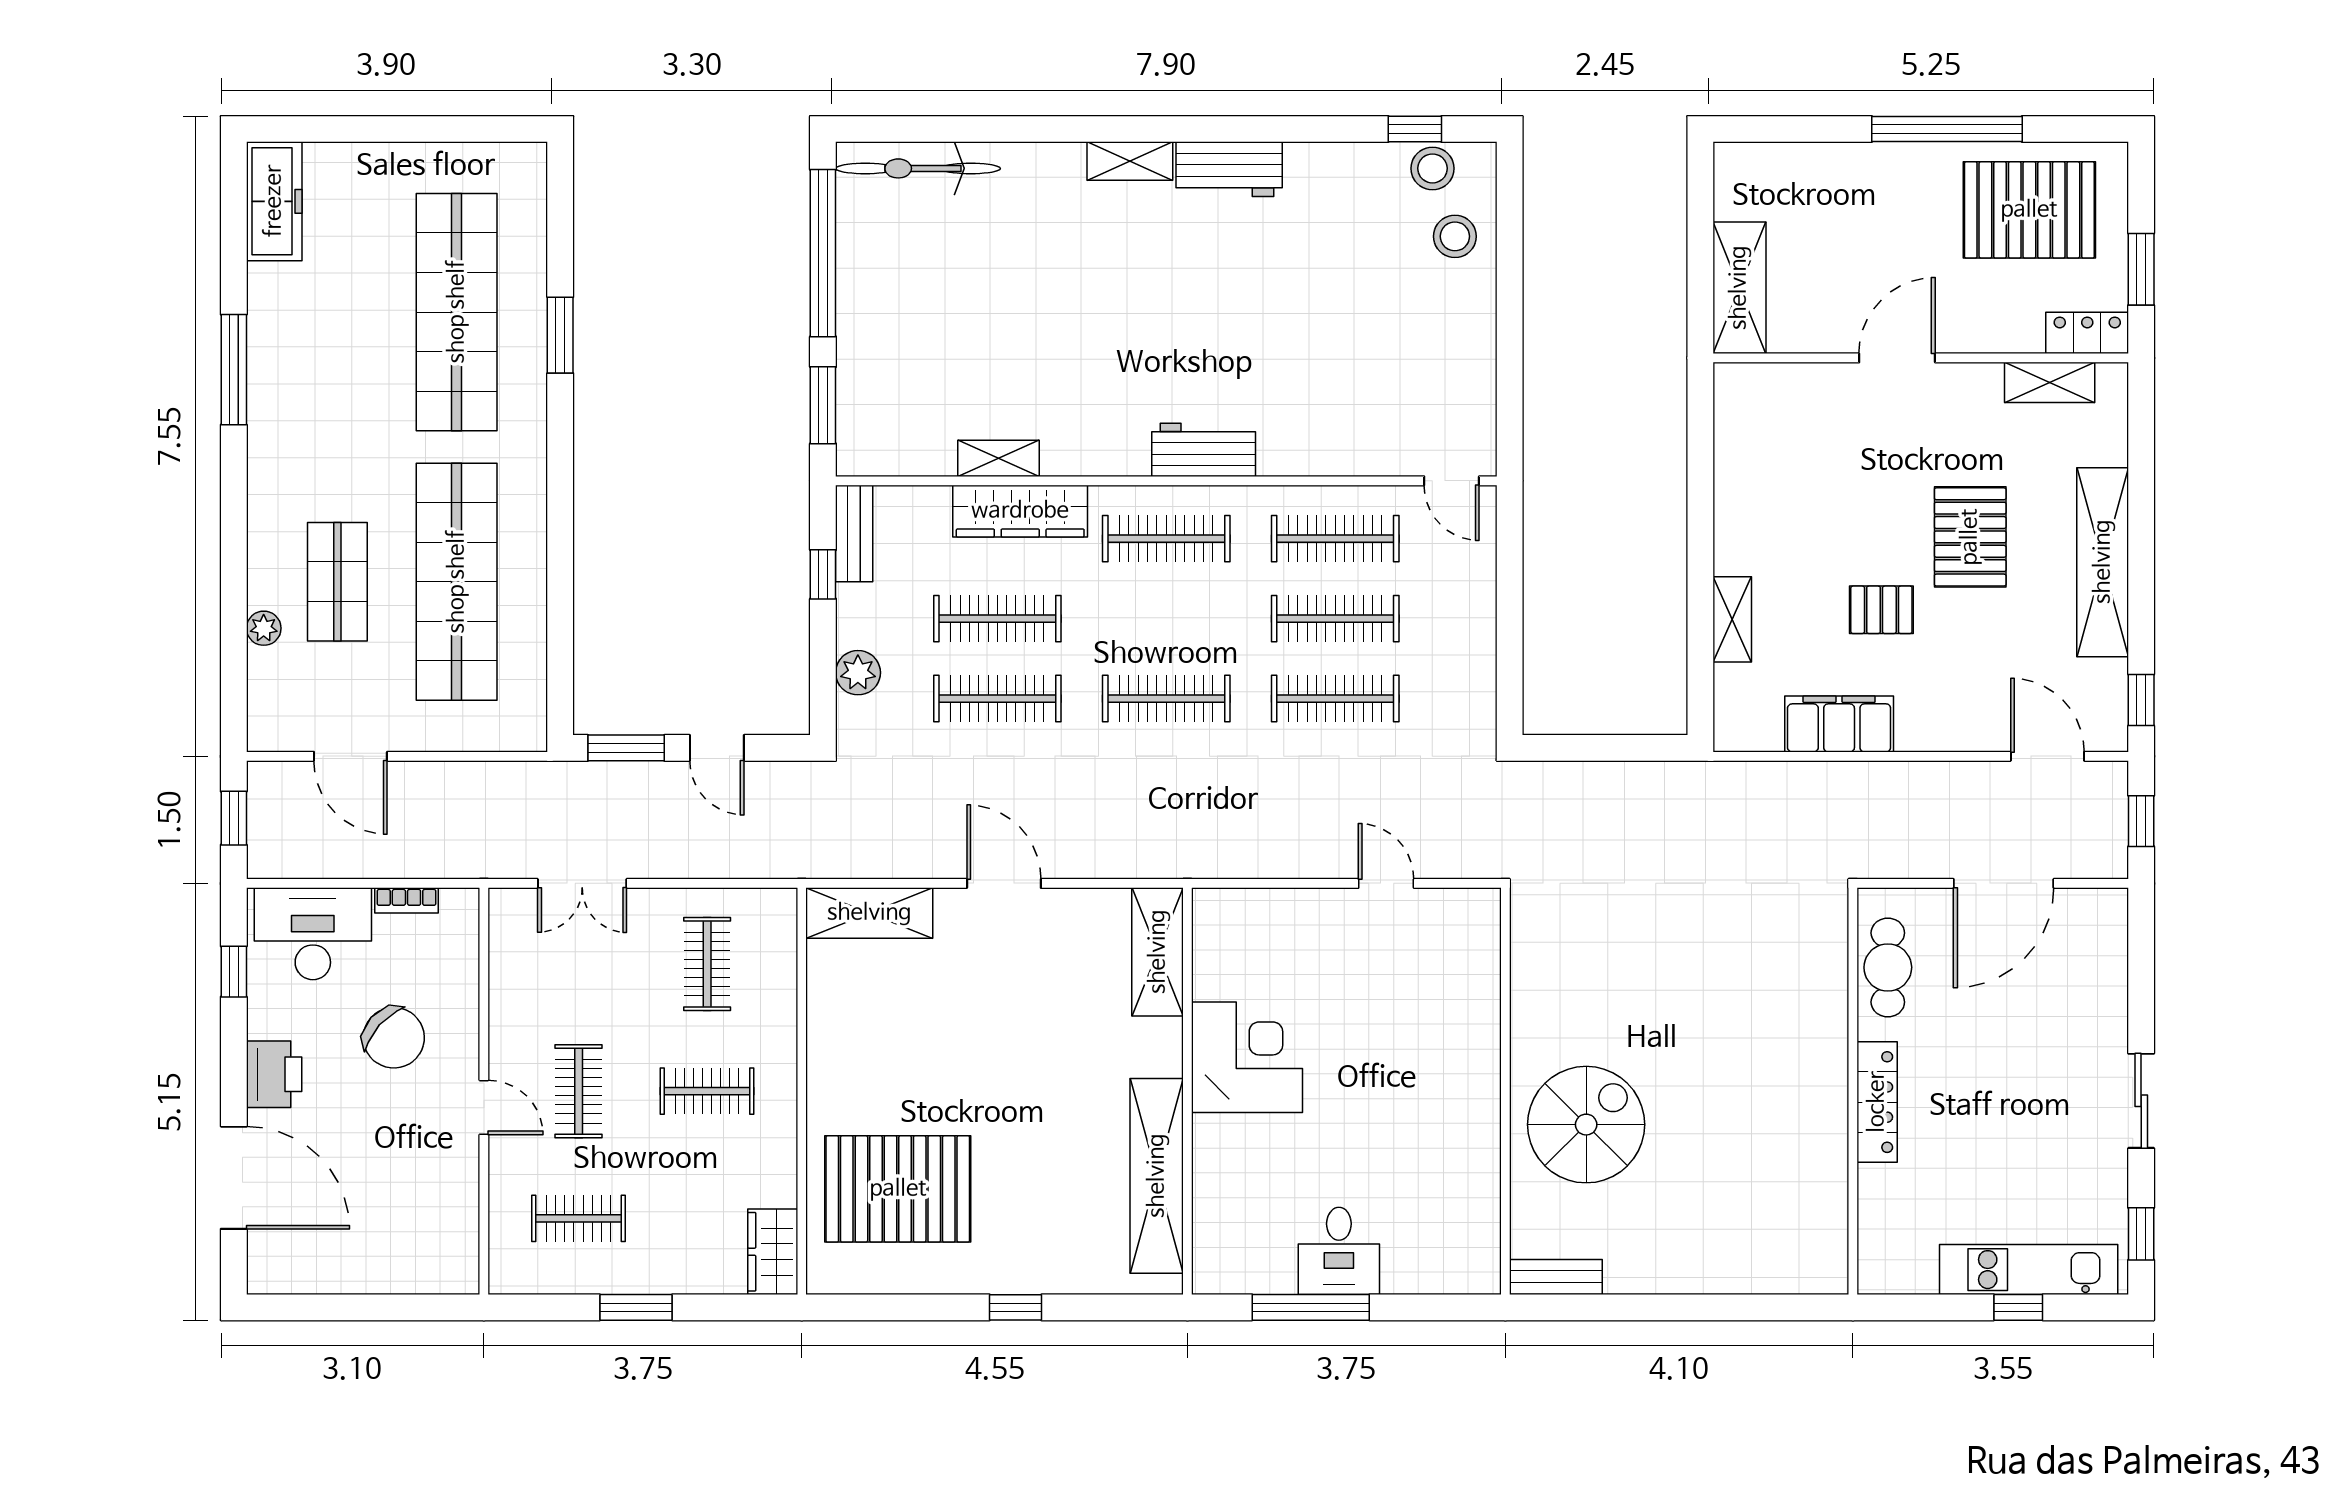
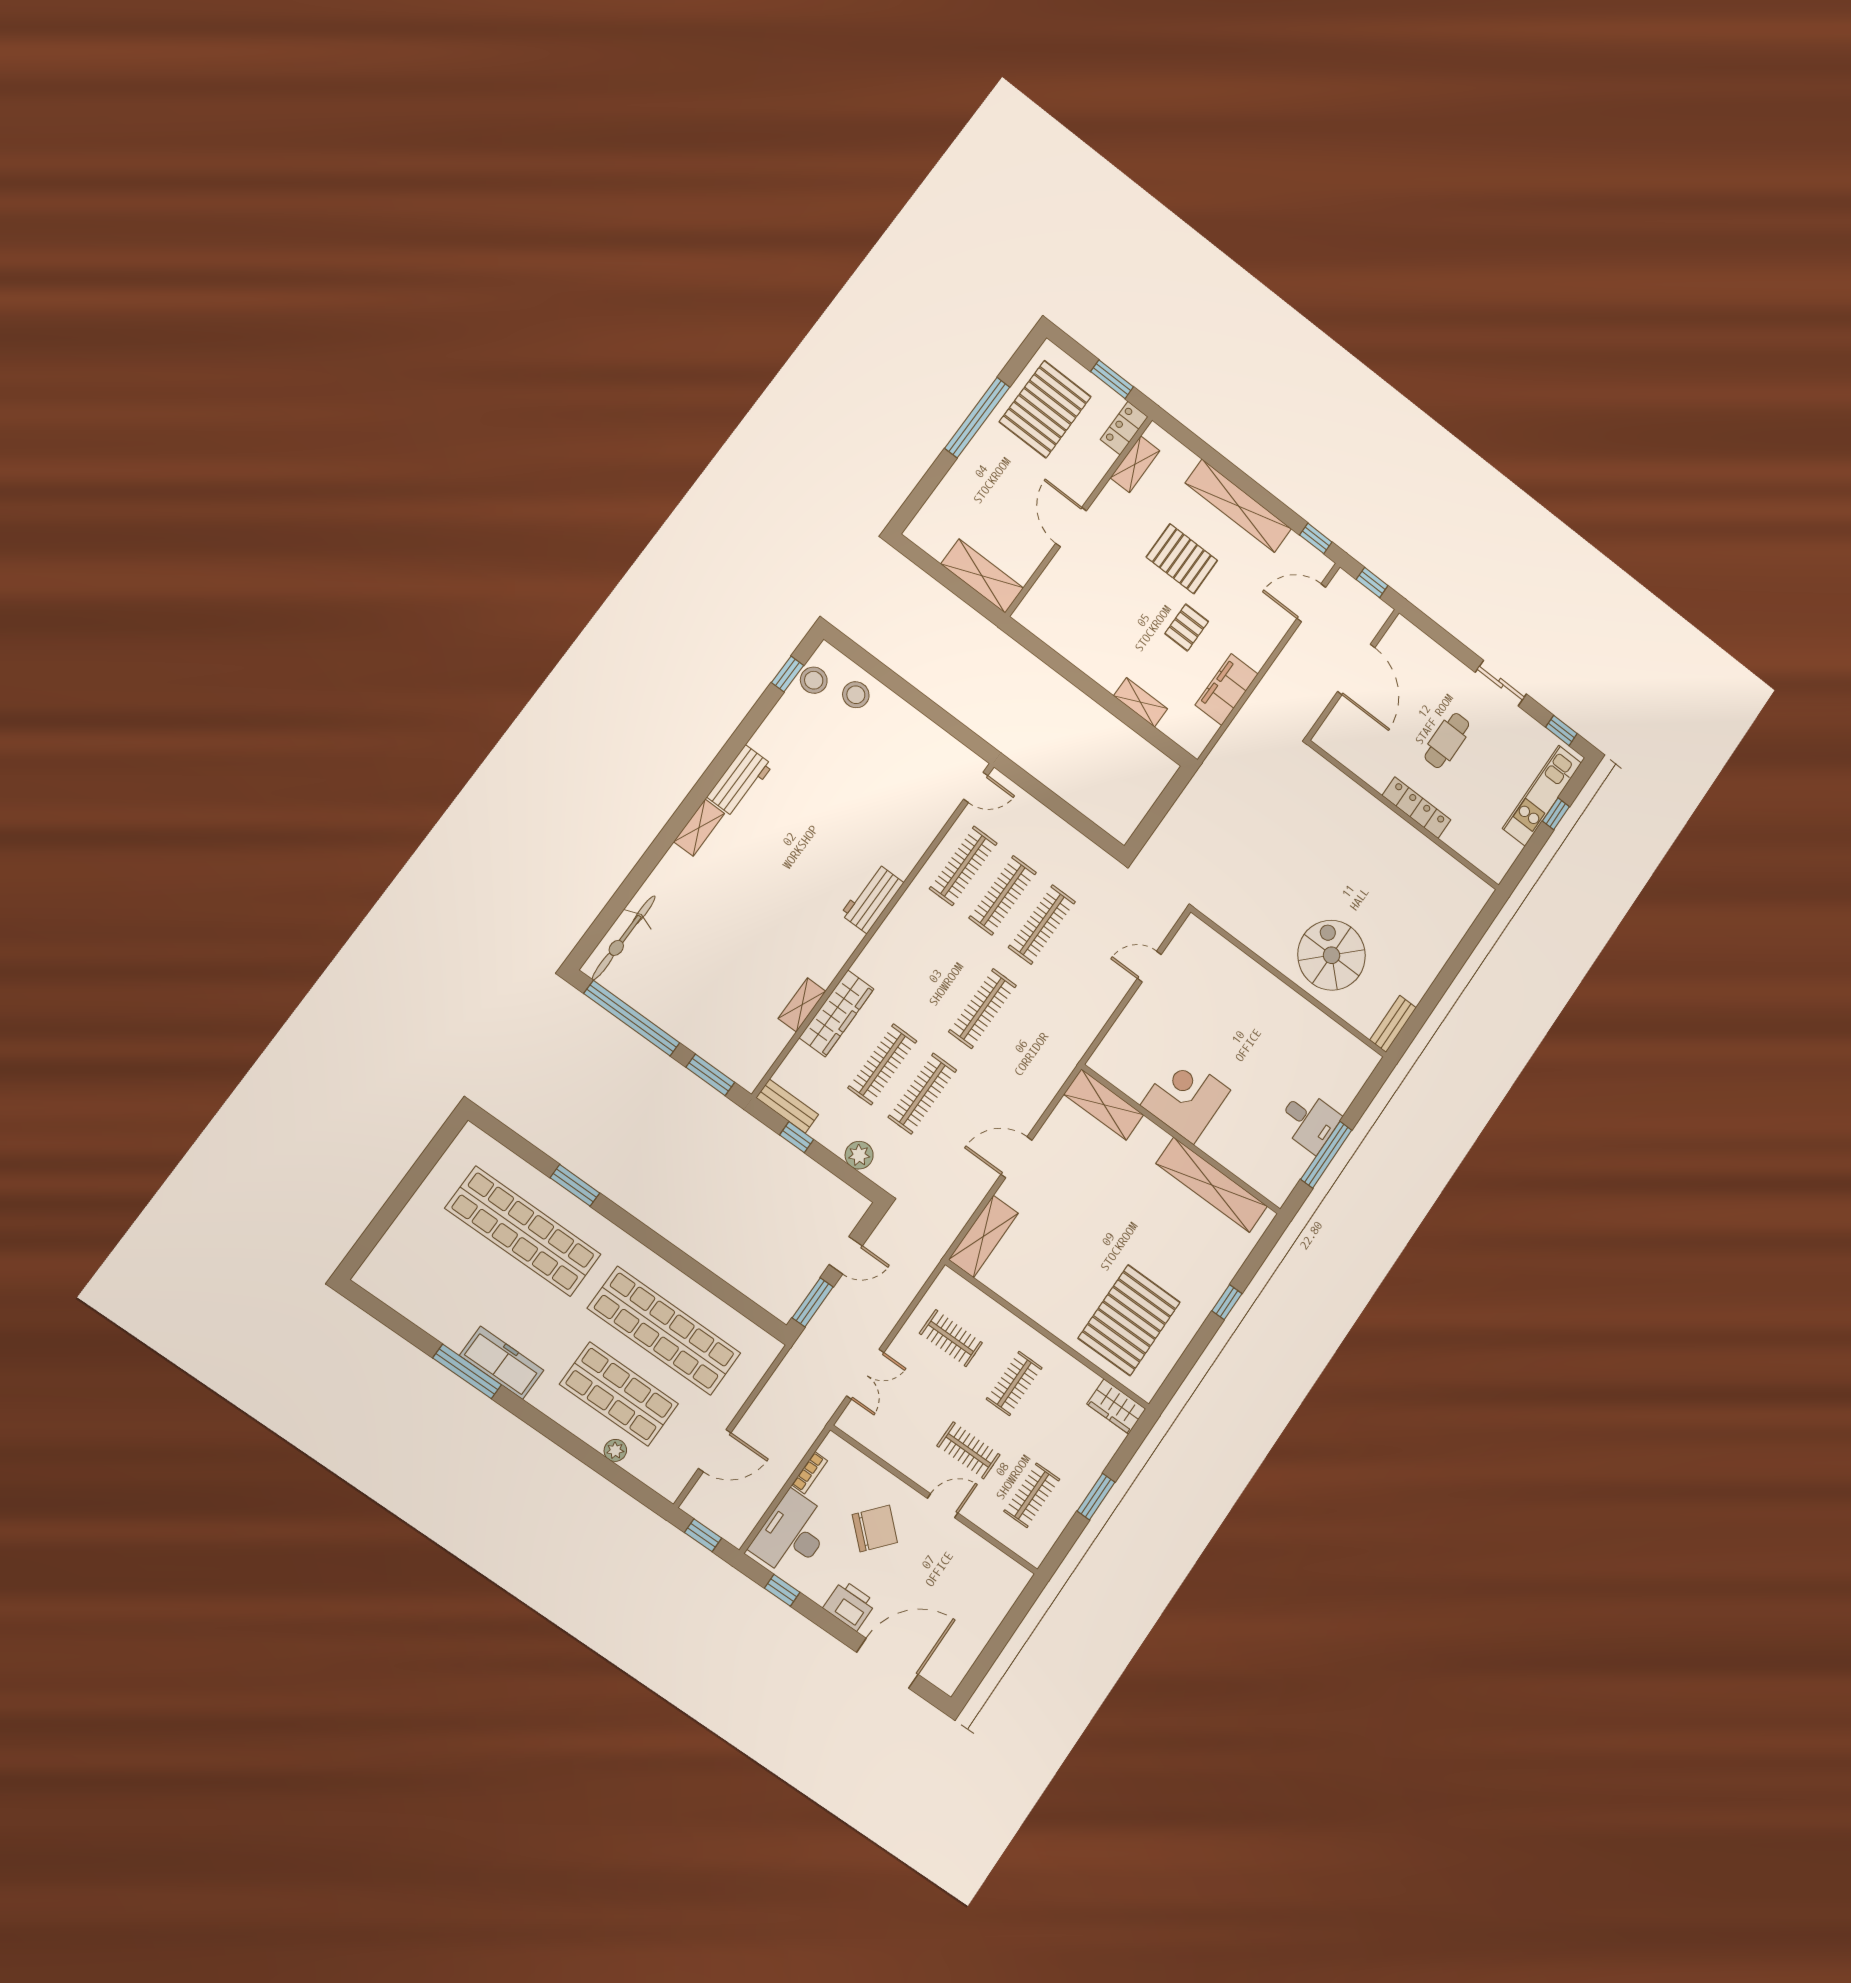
freezer: (274, 201) -> (502, 1363), moved
clothes rail: (1166, 539) -> (903, 950), removed
shop shelf: (337, 582) -> (619, 1394), width x1.43, depth x1.36
cafe table: (1888, 967) -> (1447, 741), moved, turned 90

